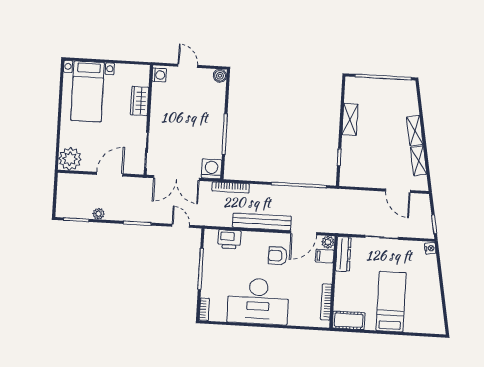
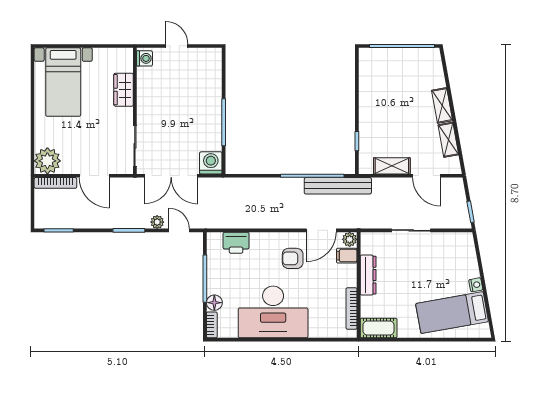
boiler: (220, 76) -> (214, 55), removed
shelving: (350, 119) -> (392, 166), moved, turned 90
door: (110, 174) -> (94, 176), swing flipped
bookcase: (231, 187) -> (55, 183), moved
plant: (99, 214) -> (157, 222), moved
bench: (262, 222) -> (338, 186), moved
nightstand: (430, 248) -> (476, 285), moved
dresser: (343, 254) -> (368, 275), moved
floor lamp: (208, 290) -> (214, 303), added
bed: (391, 302) -> (452, 313), moved, turned -100

